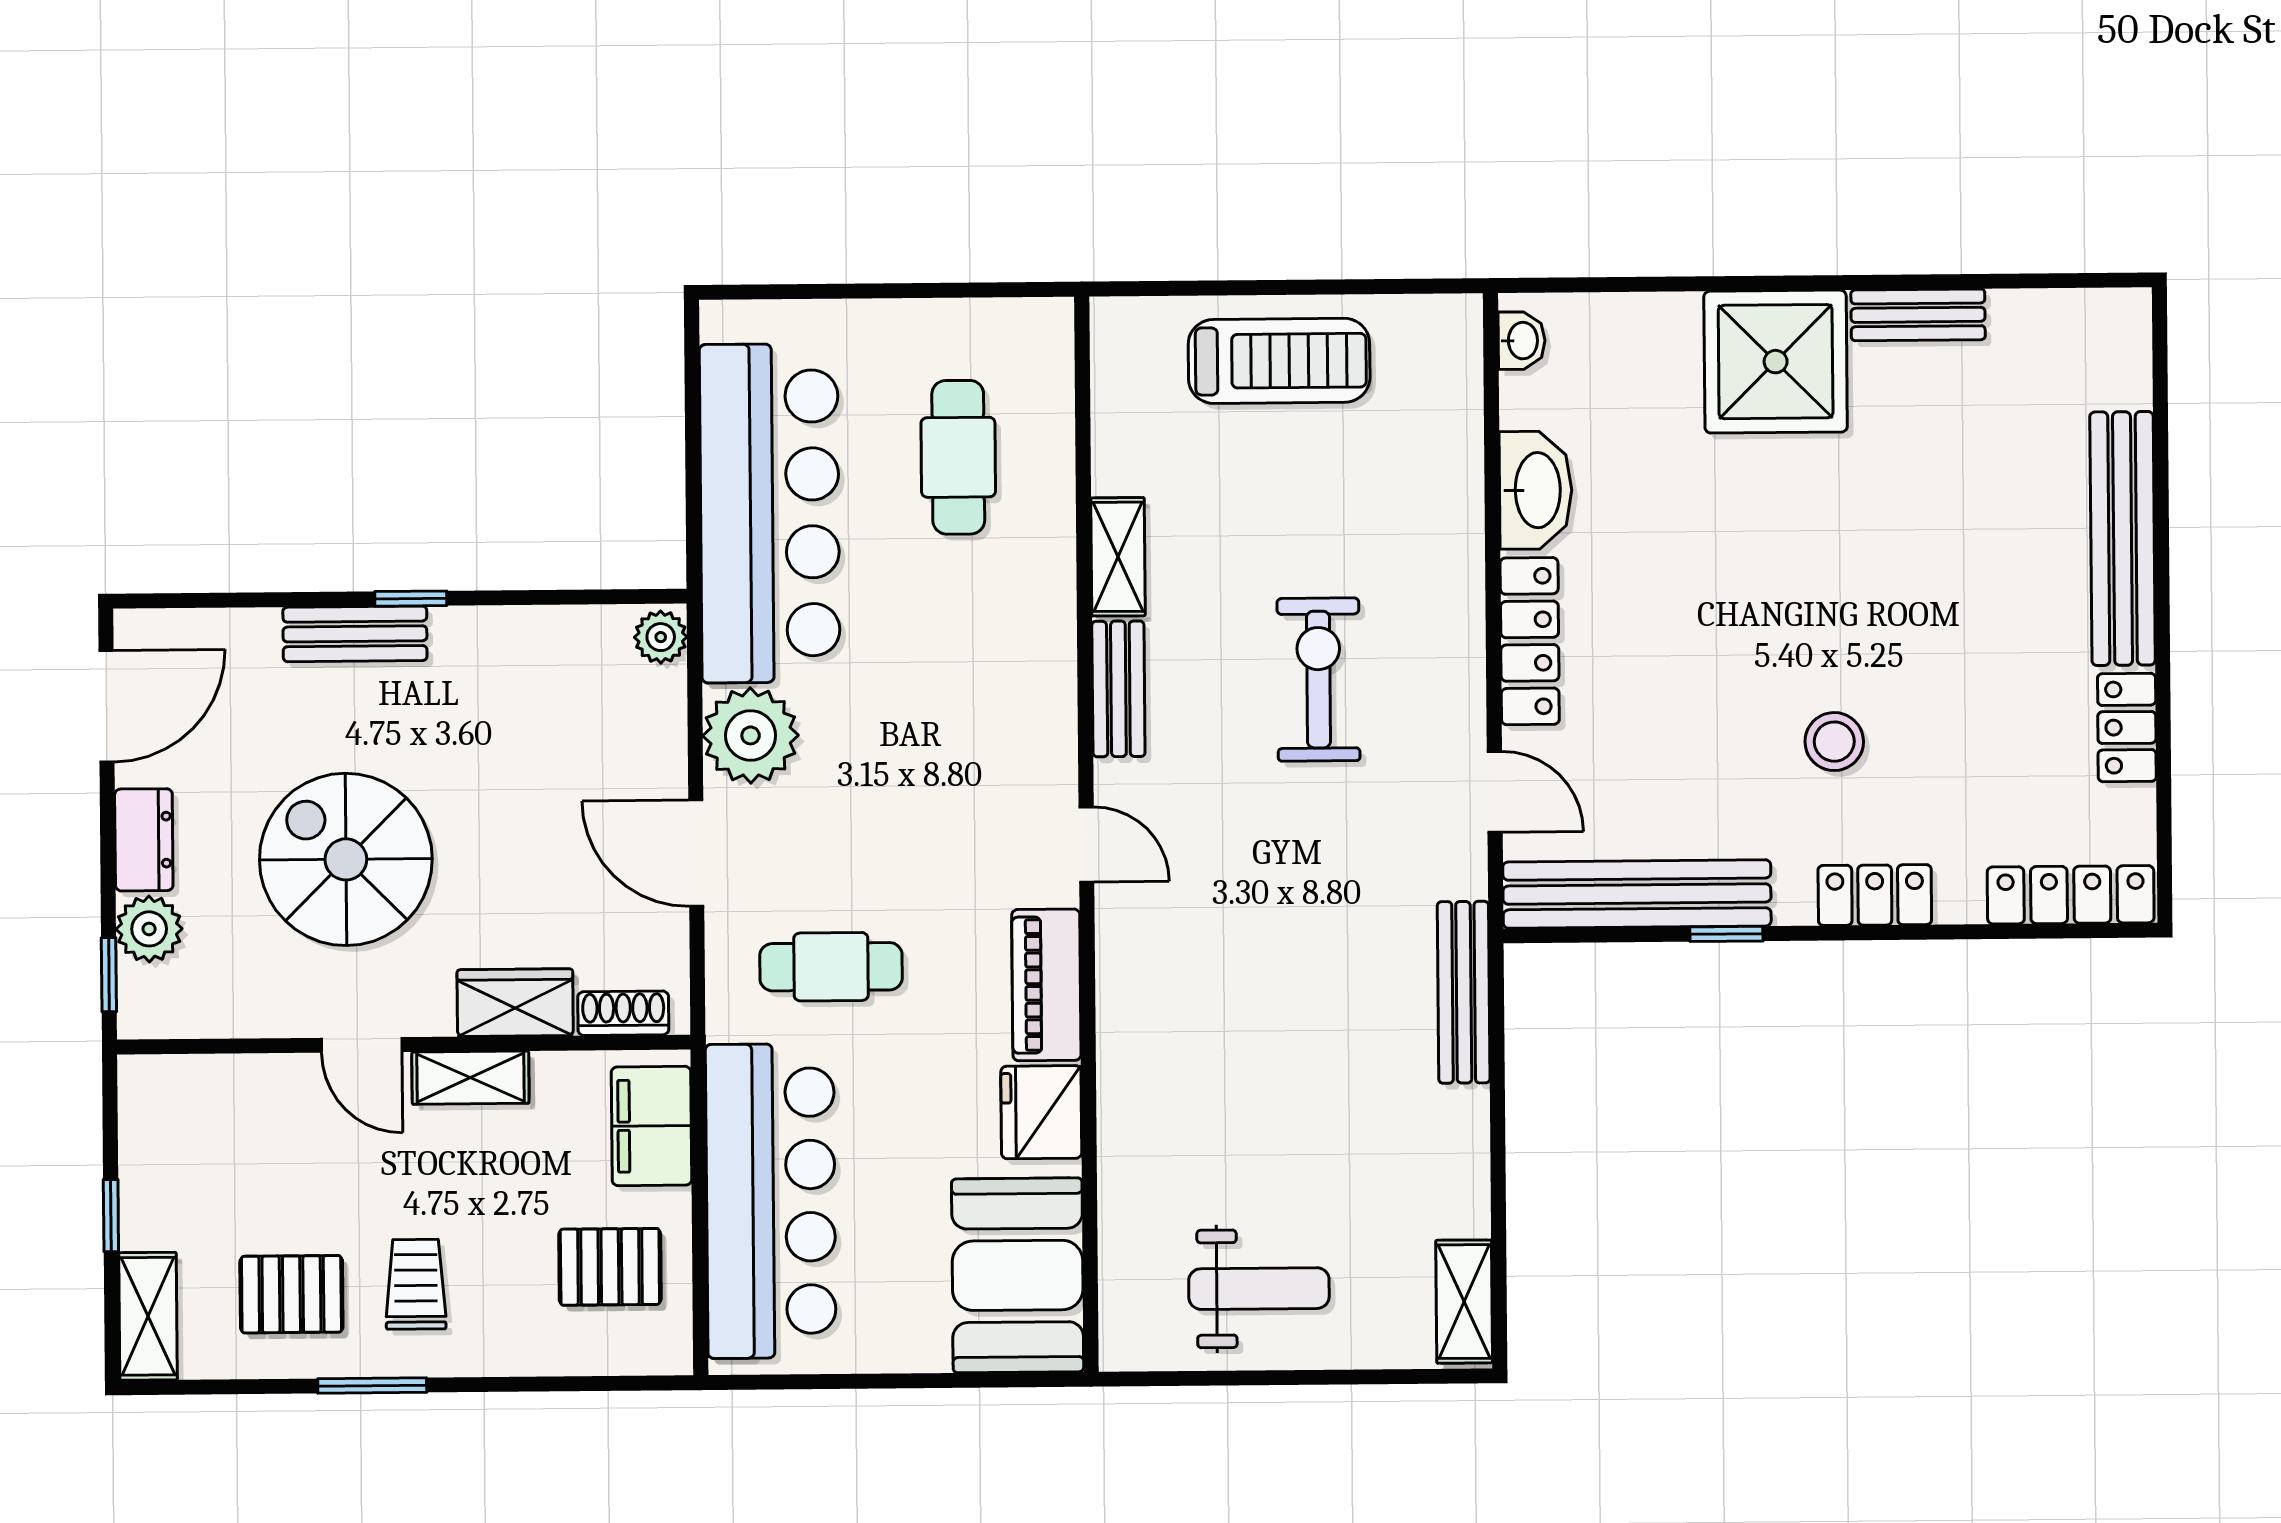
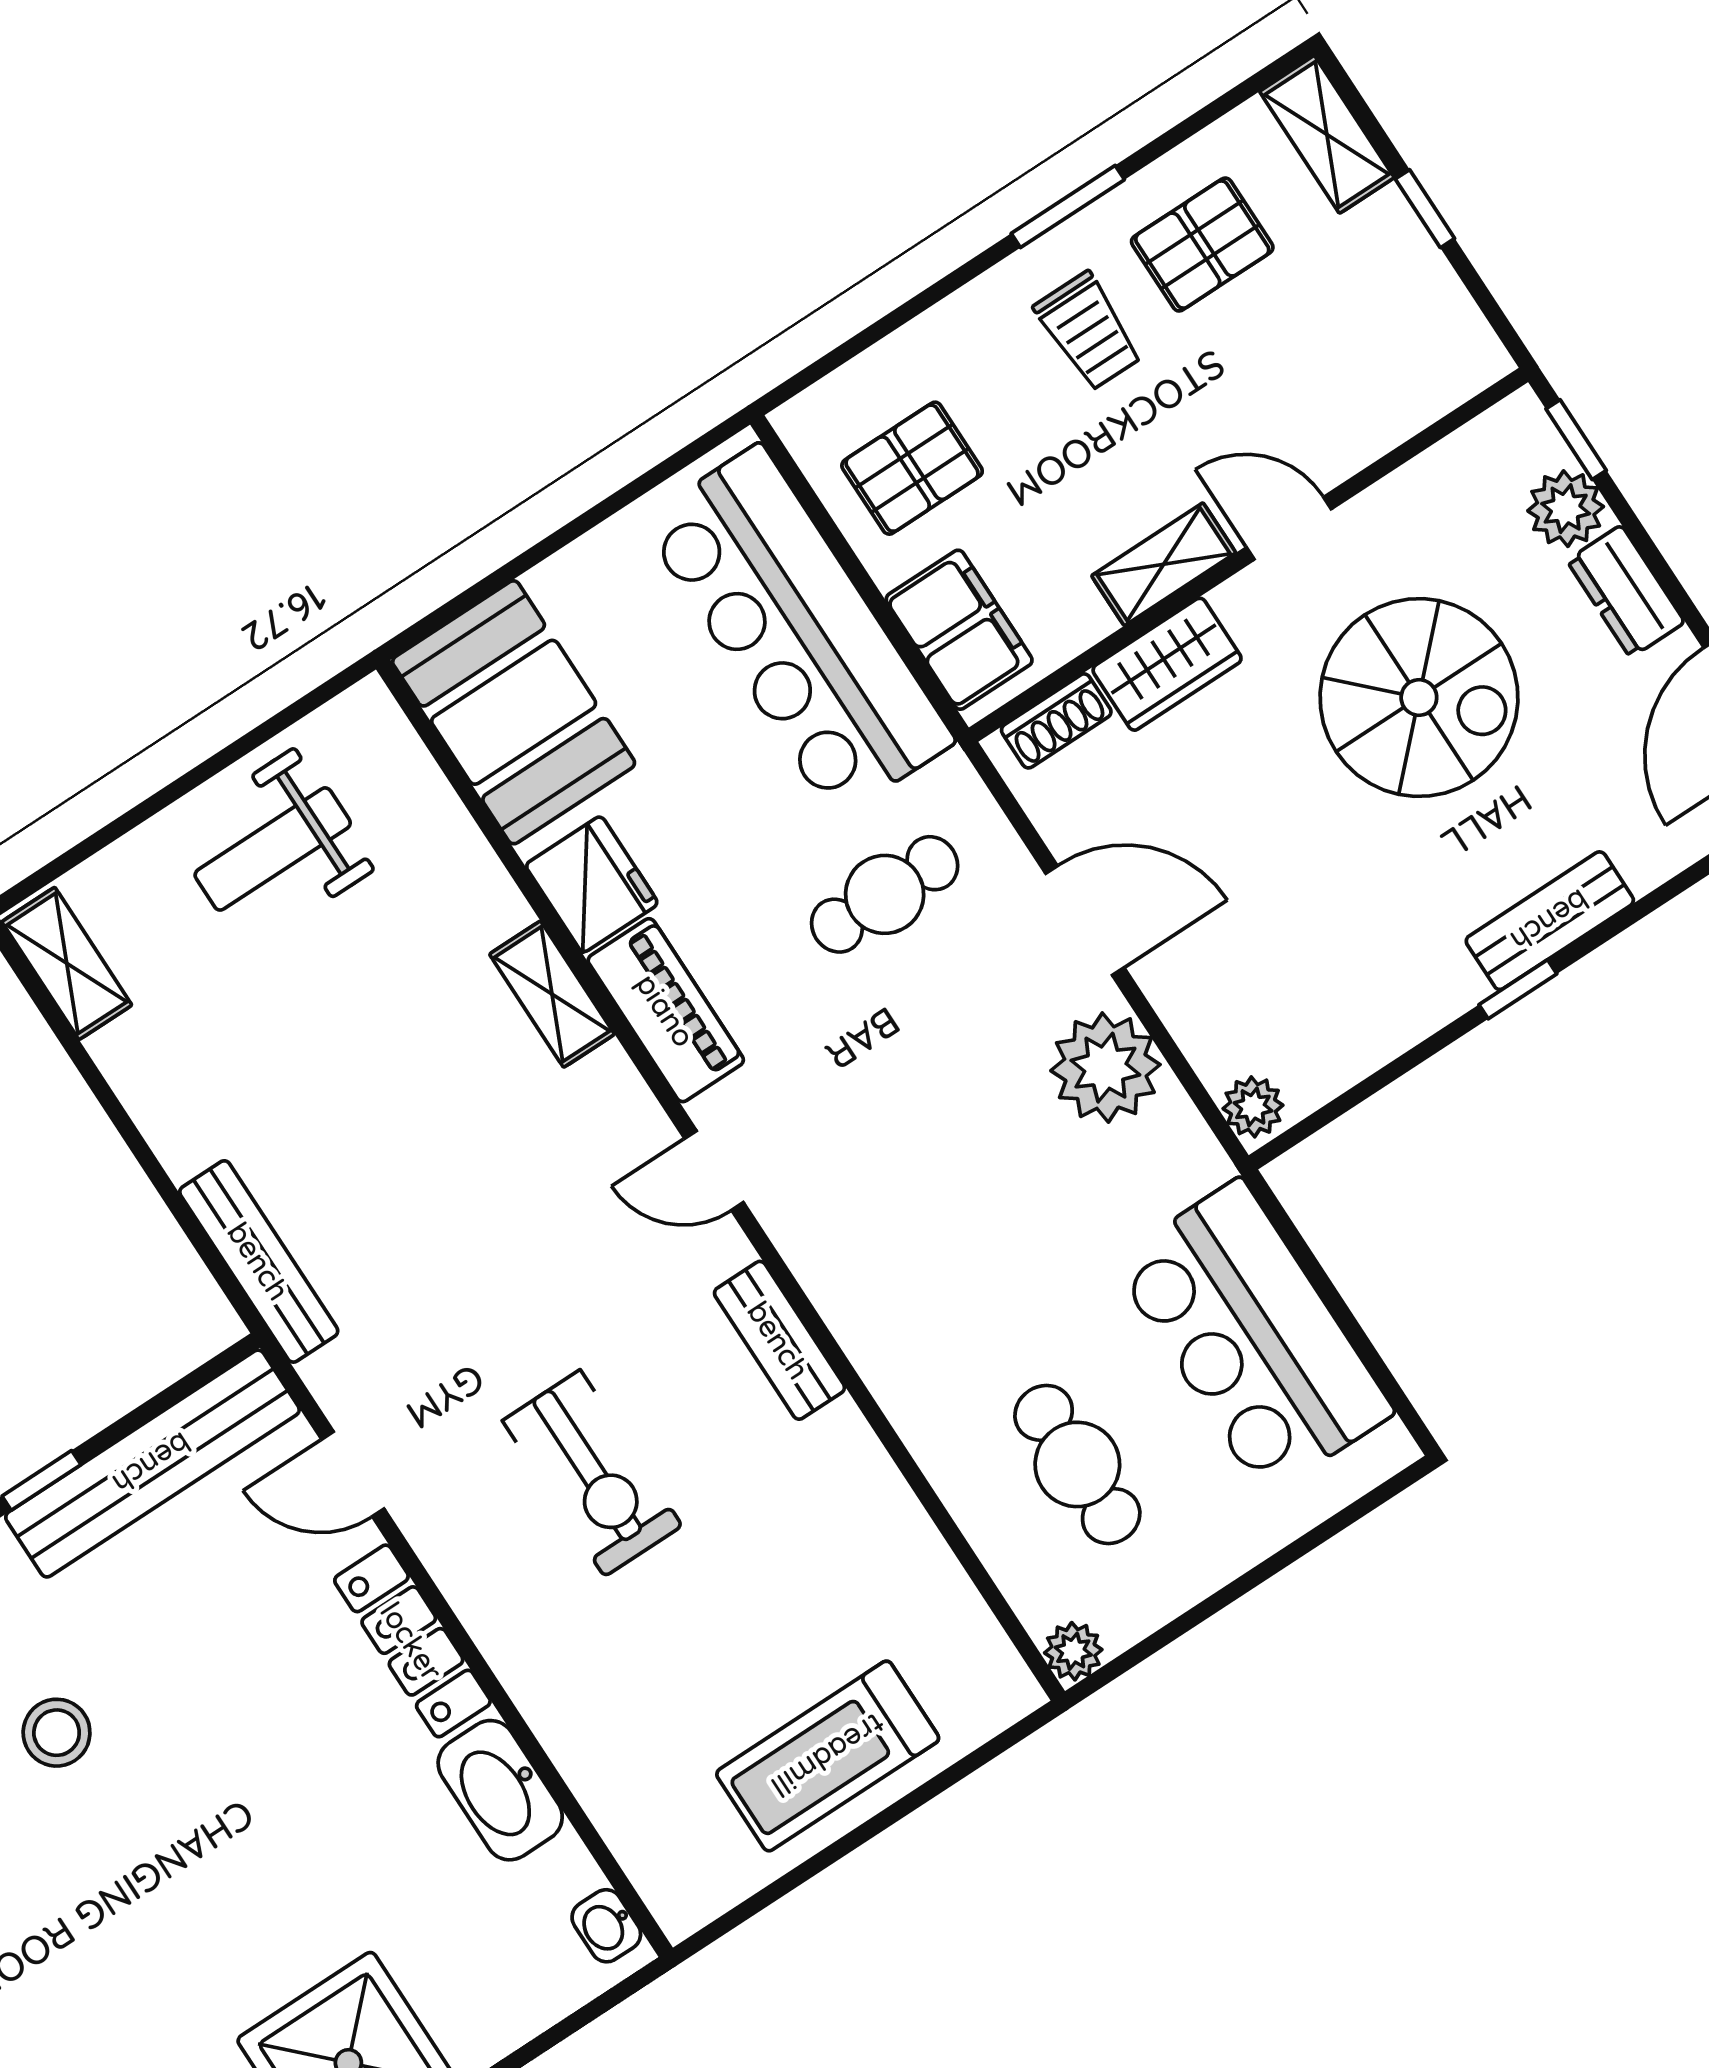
plant: (1049, 322) -> (1073, 1651), added
bar counter: (770, 513) -> (1253, 1337), width x0.73
shelving: (1118, 557) -> (552, 994), moved

